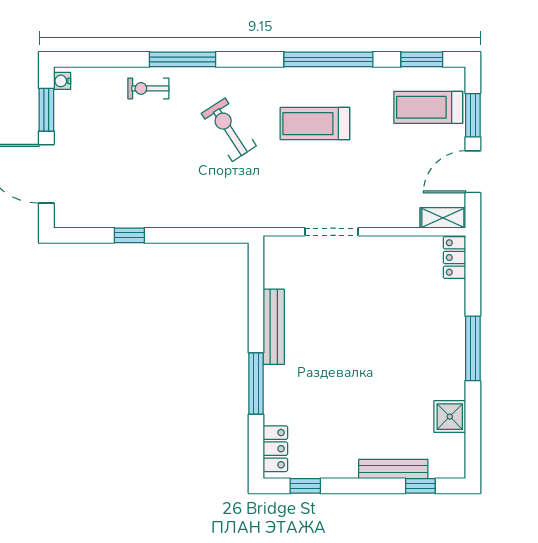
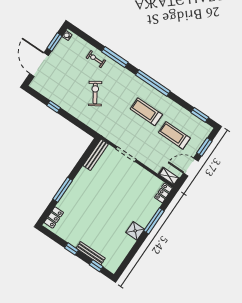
window: (328, 59) -> (153, 83), moved
treadmill: (428, 107) -> (174, 135), moved
exercise bike: (229, 130) -> (95, 94), moved
bench: (274, 327) -> (96, 155), moved
window: (473, 348) -> (154, 221), moved
shower: (450, 417) -> (135, 231), moved
window: (305, 486) -> (72, 249), moved

